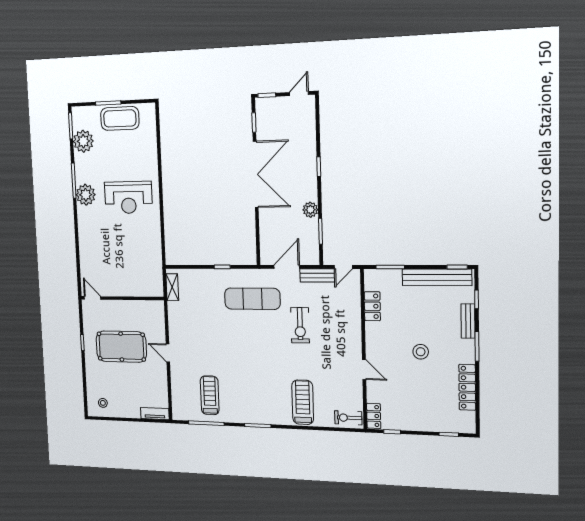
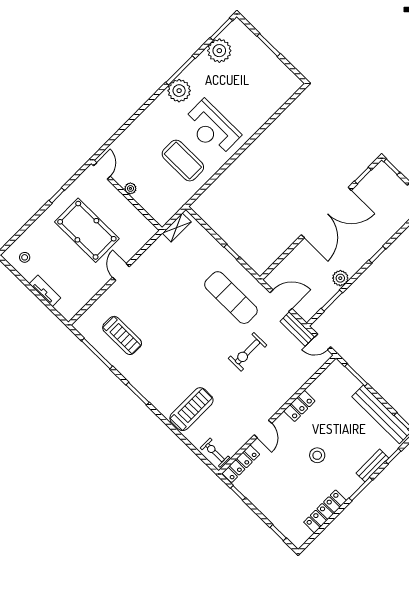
coffee table: (120, 118) -> (183, 161), moved
plant: (120, 291) -> (130, 188), added
locker: (372, 306) -> (299, 406), moved
treadmill: (210, 395) -> (122, 335), turned 90
tv unit: (155, 414) -> (45, 291), moved
locker: (374, 416) -> (241, 464), width x1.53

